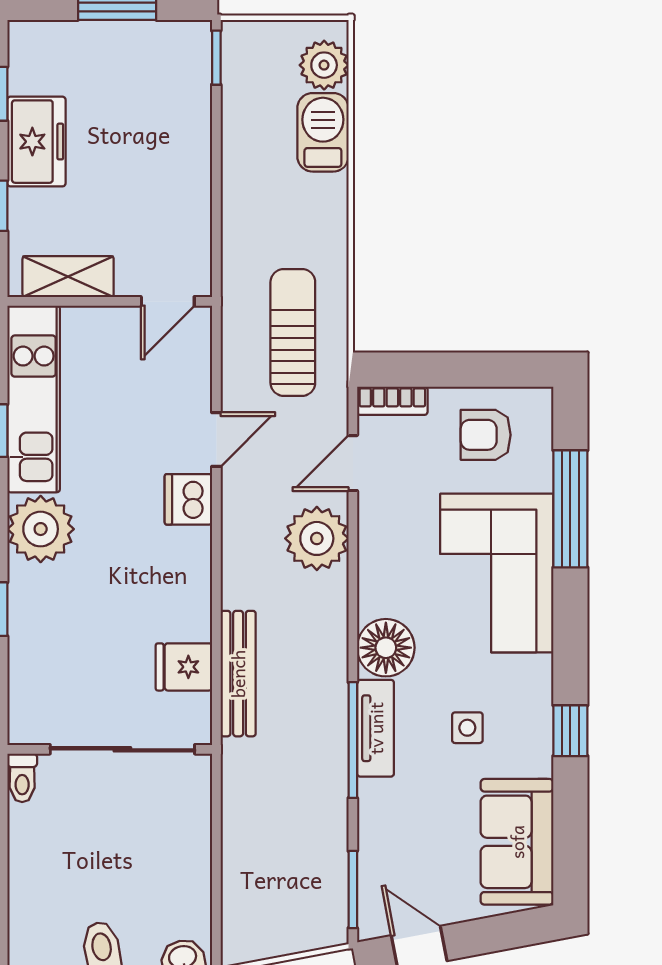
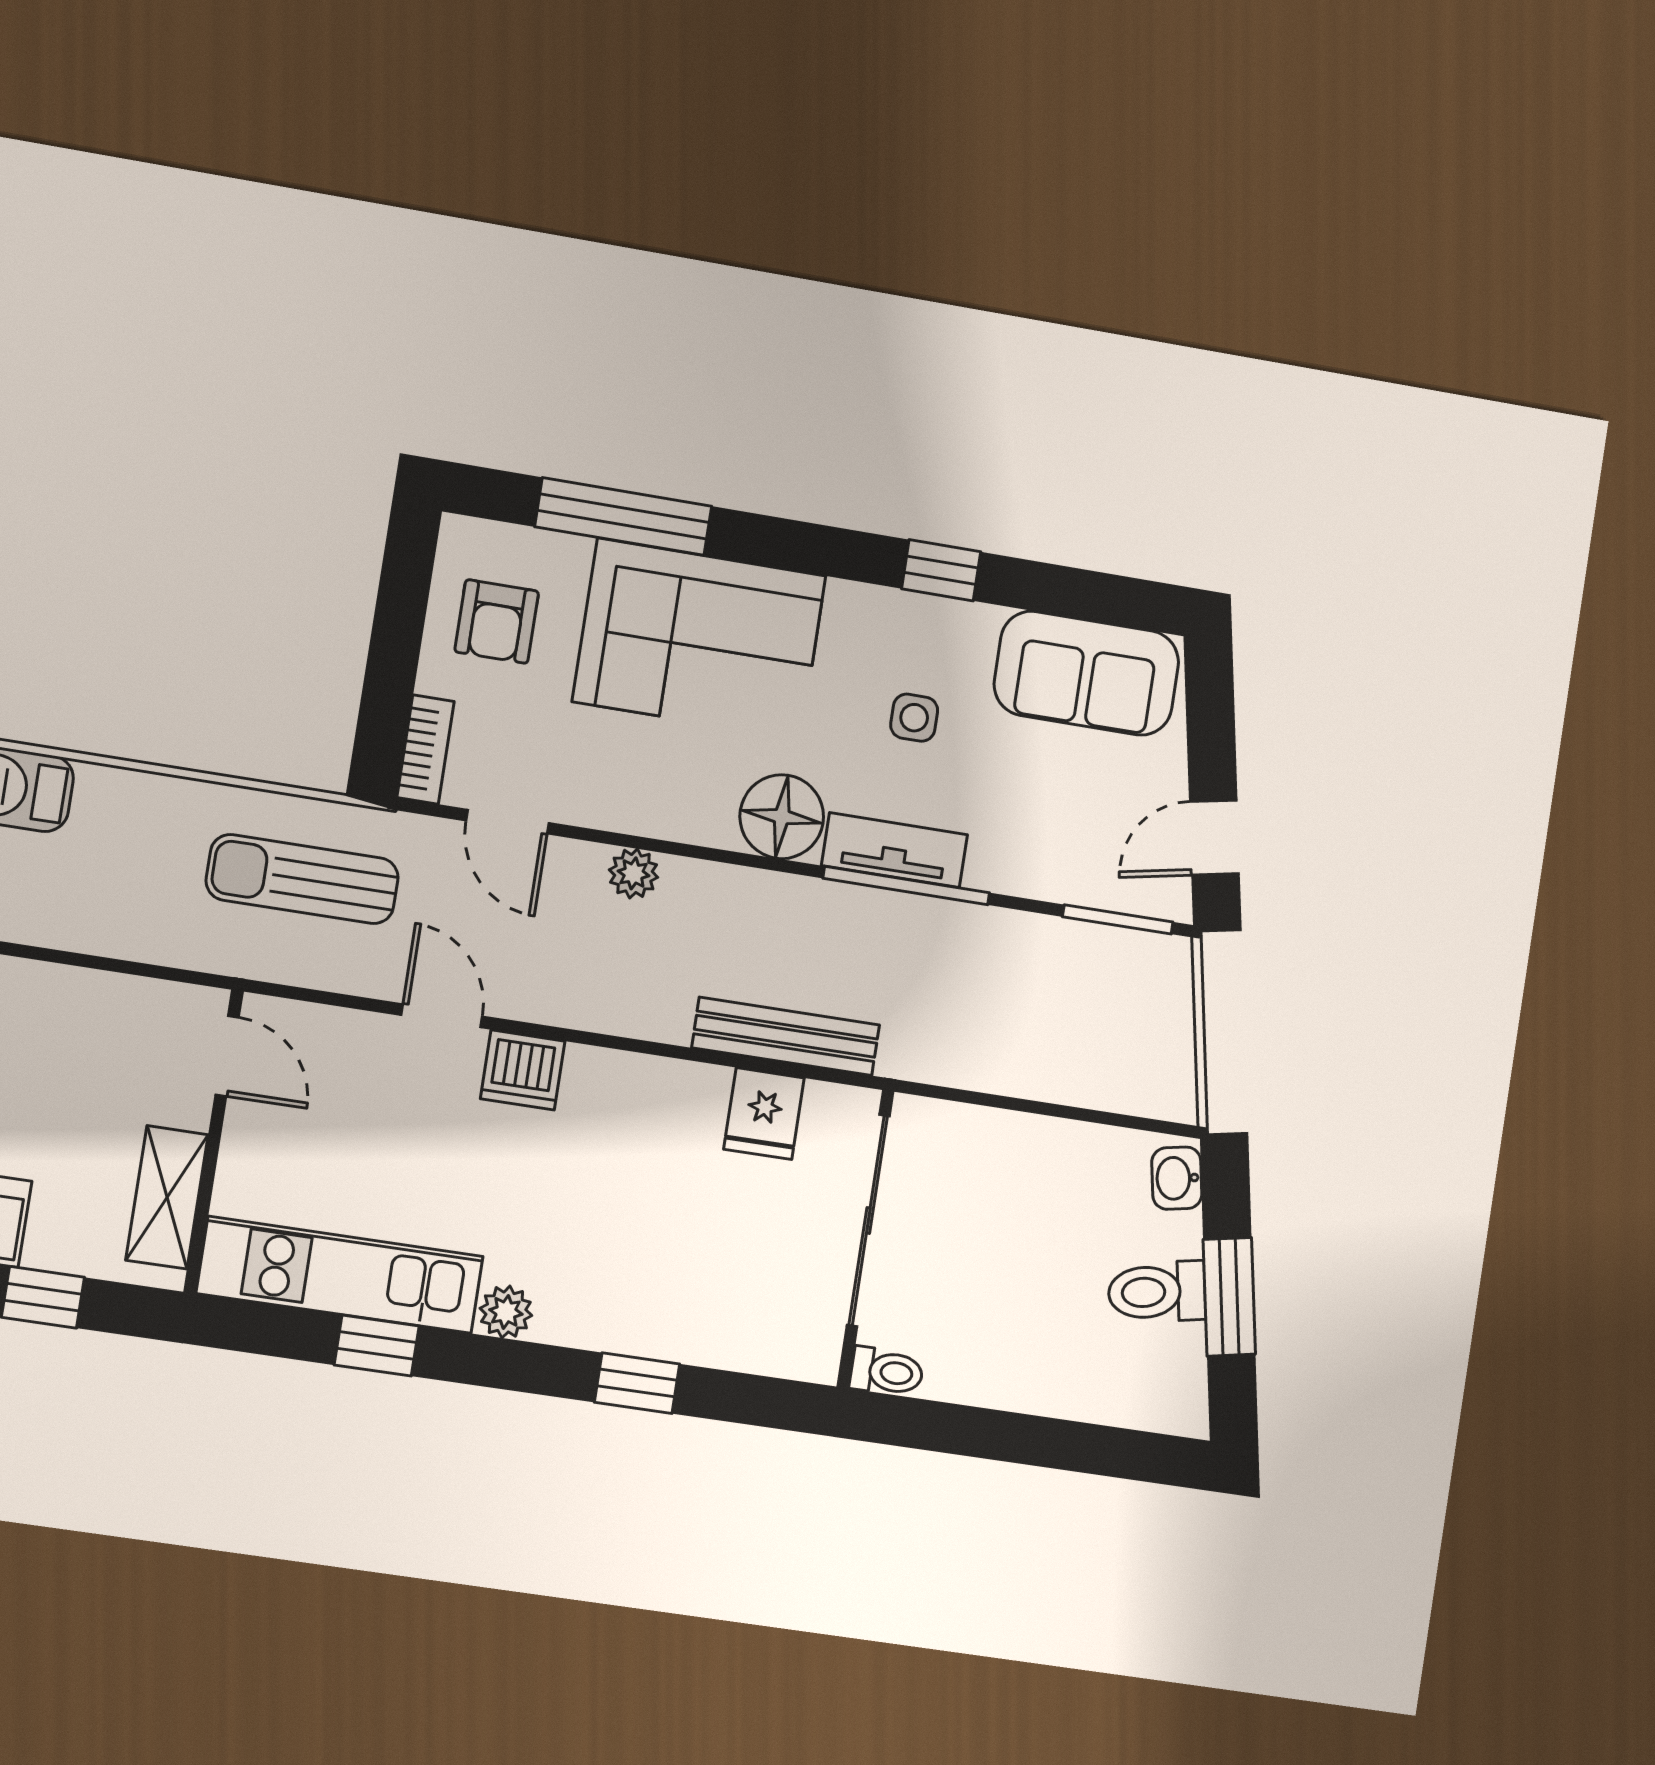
plant: (41, 529) -> (506, 1312), width x0.53, depth x0.53
plant: (317, 538) -> (634, 873), width x0.53, depth x0.53

